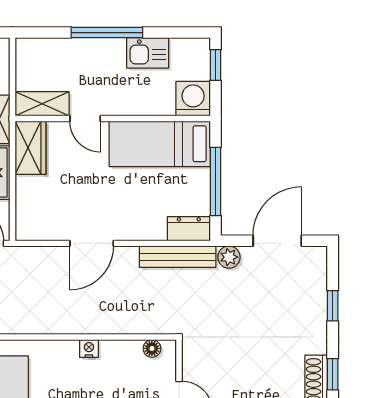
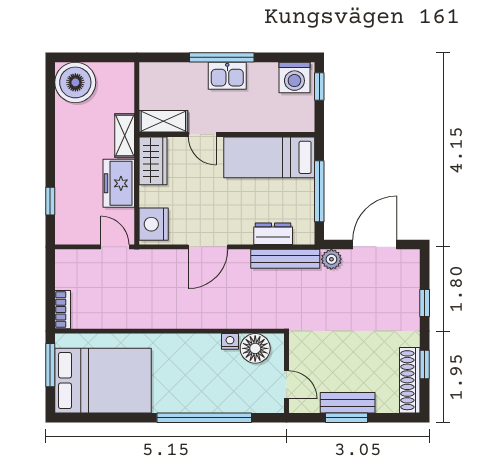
kitchen sink: (148, 53) -> (227, 76), moved
washing machine: (193, 99) -> (294, 77), moved, turned 180
nightstand: (31, 218) -> (154, 224), added
dresser: (189, 229) -> (273, 234), moved
floor lamp: (152, 348) -> (255, 348), width x1.89, depth x1.89
nightstand: (89, 349) -> (230, 341), moved

